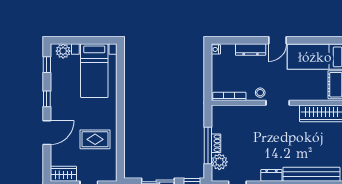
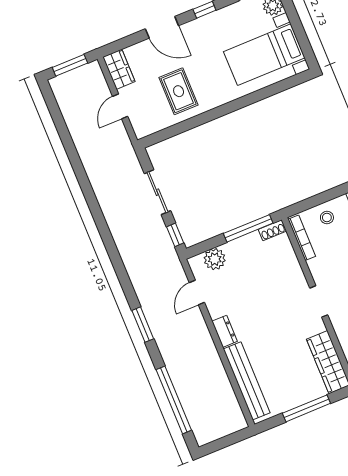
stool: (260, 93) -> (327, 217), moved
shoe rack: (216, 143) -> (272, 230), moved
window: (208, 146) -> (248, 228), moved

